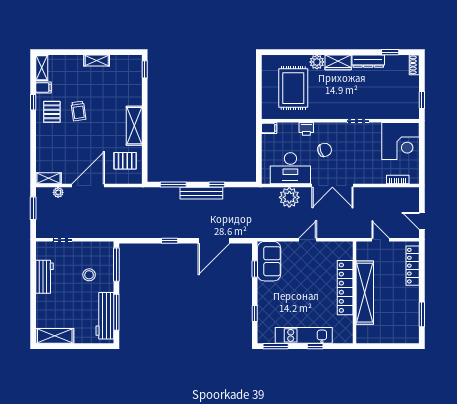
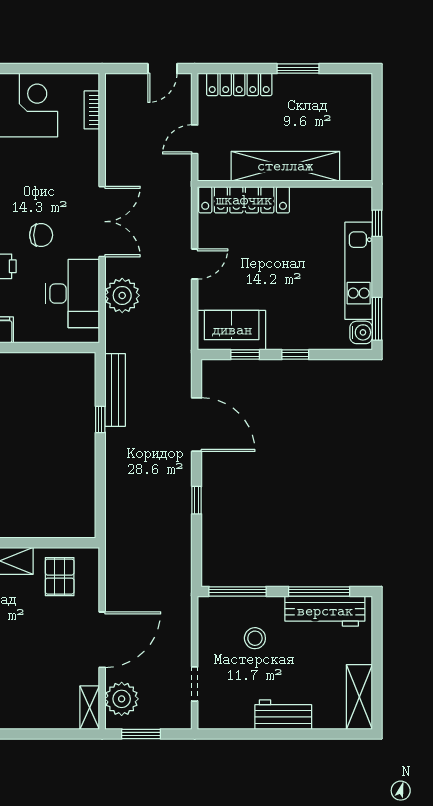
chair: (325, 150) -> (41, 235), turned 109
window: (173, 184) -> (100, 494), removed
door: (88, 186) -> (102, 640), swing flipped
plant: (58, 192) -> (122, 699), width x1.88, depth x1.88
bench: (201, 193) -> (115, 390), moved
door: (308, 240) -> (195, 264), swing flipped
workbench: (44, 277) -> (283, 715), moved
locker: (345, 288) -> (244, 200), moved
window: (255, 314) -> (295, 355), moved
window: (422, 314) -> (298, 69), moved
water cooler: (268, 337) -> (361, 332), added
window: (315, 346) -> (377, 223), moved

